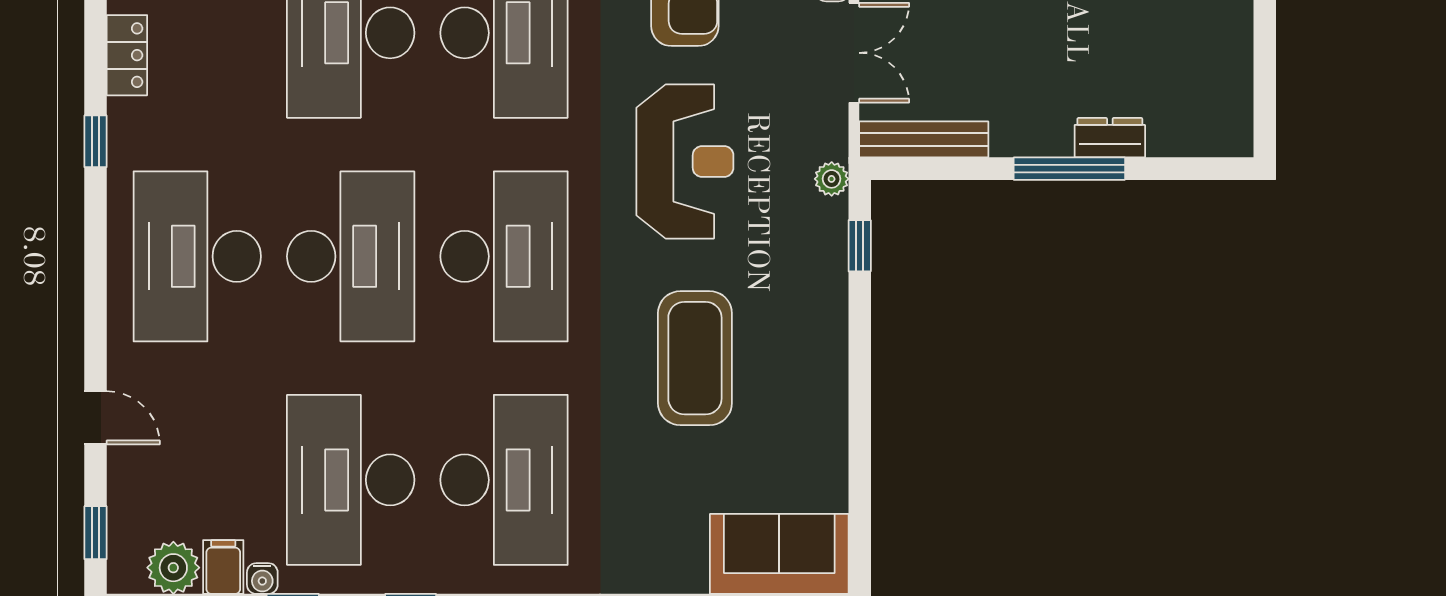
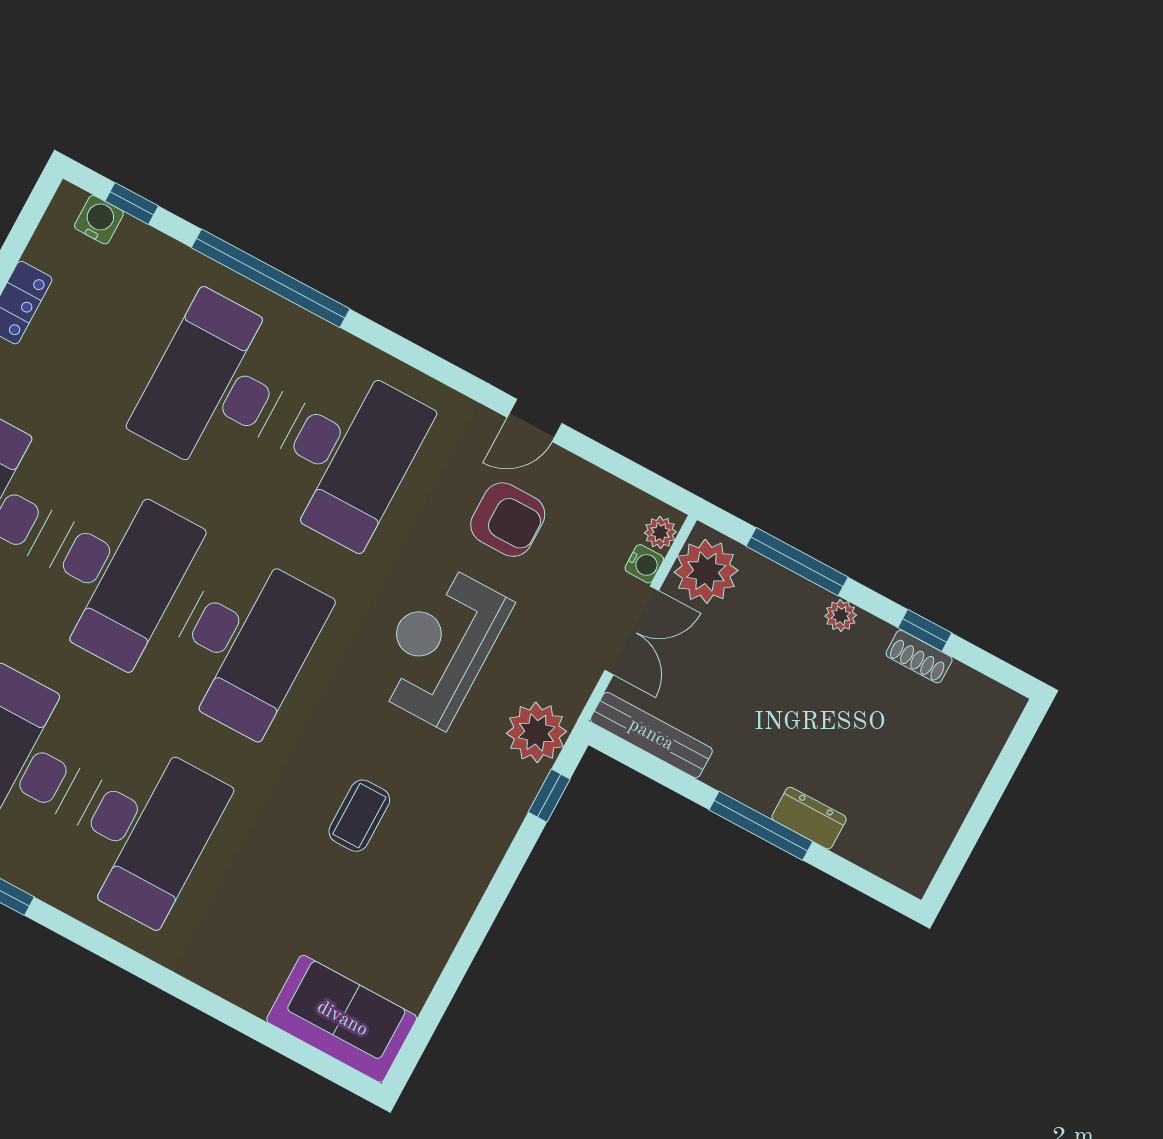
reception desk: (685, 161) -> (440, 645), turned 180
plant: (832, 179) -> (536, 732), width x1.87, depth x1.87
coffee table: (695, 358) -> (359, 816), width x0.54, depth x0.58

